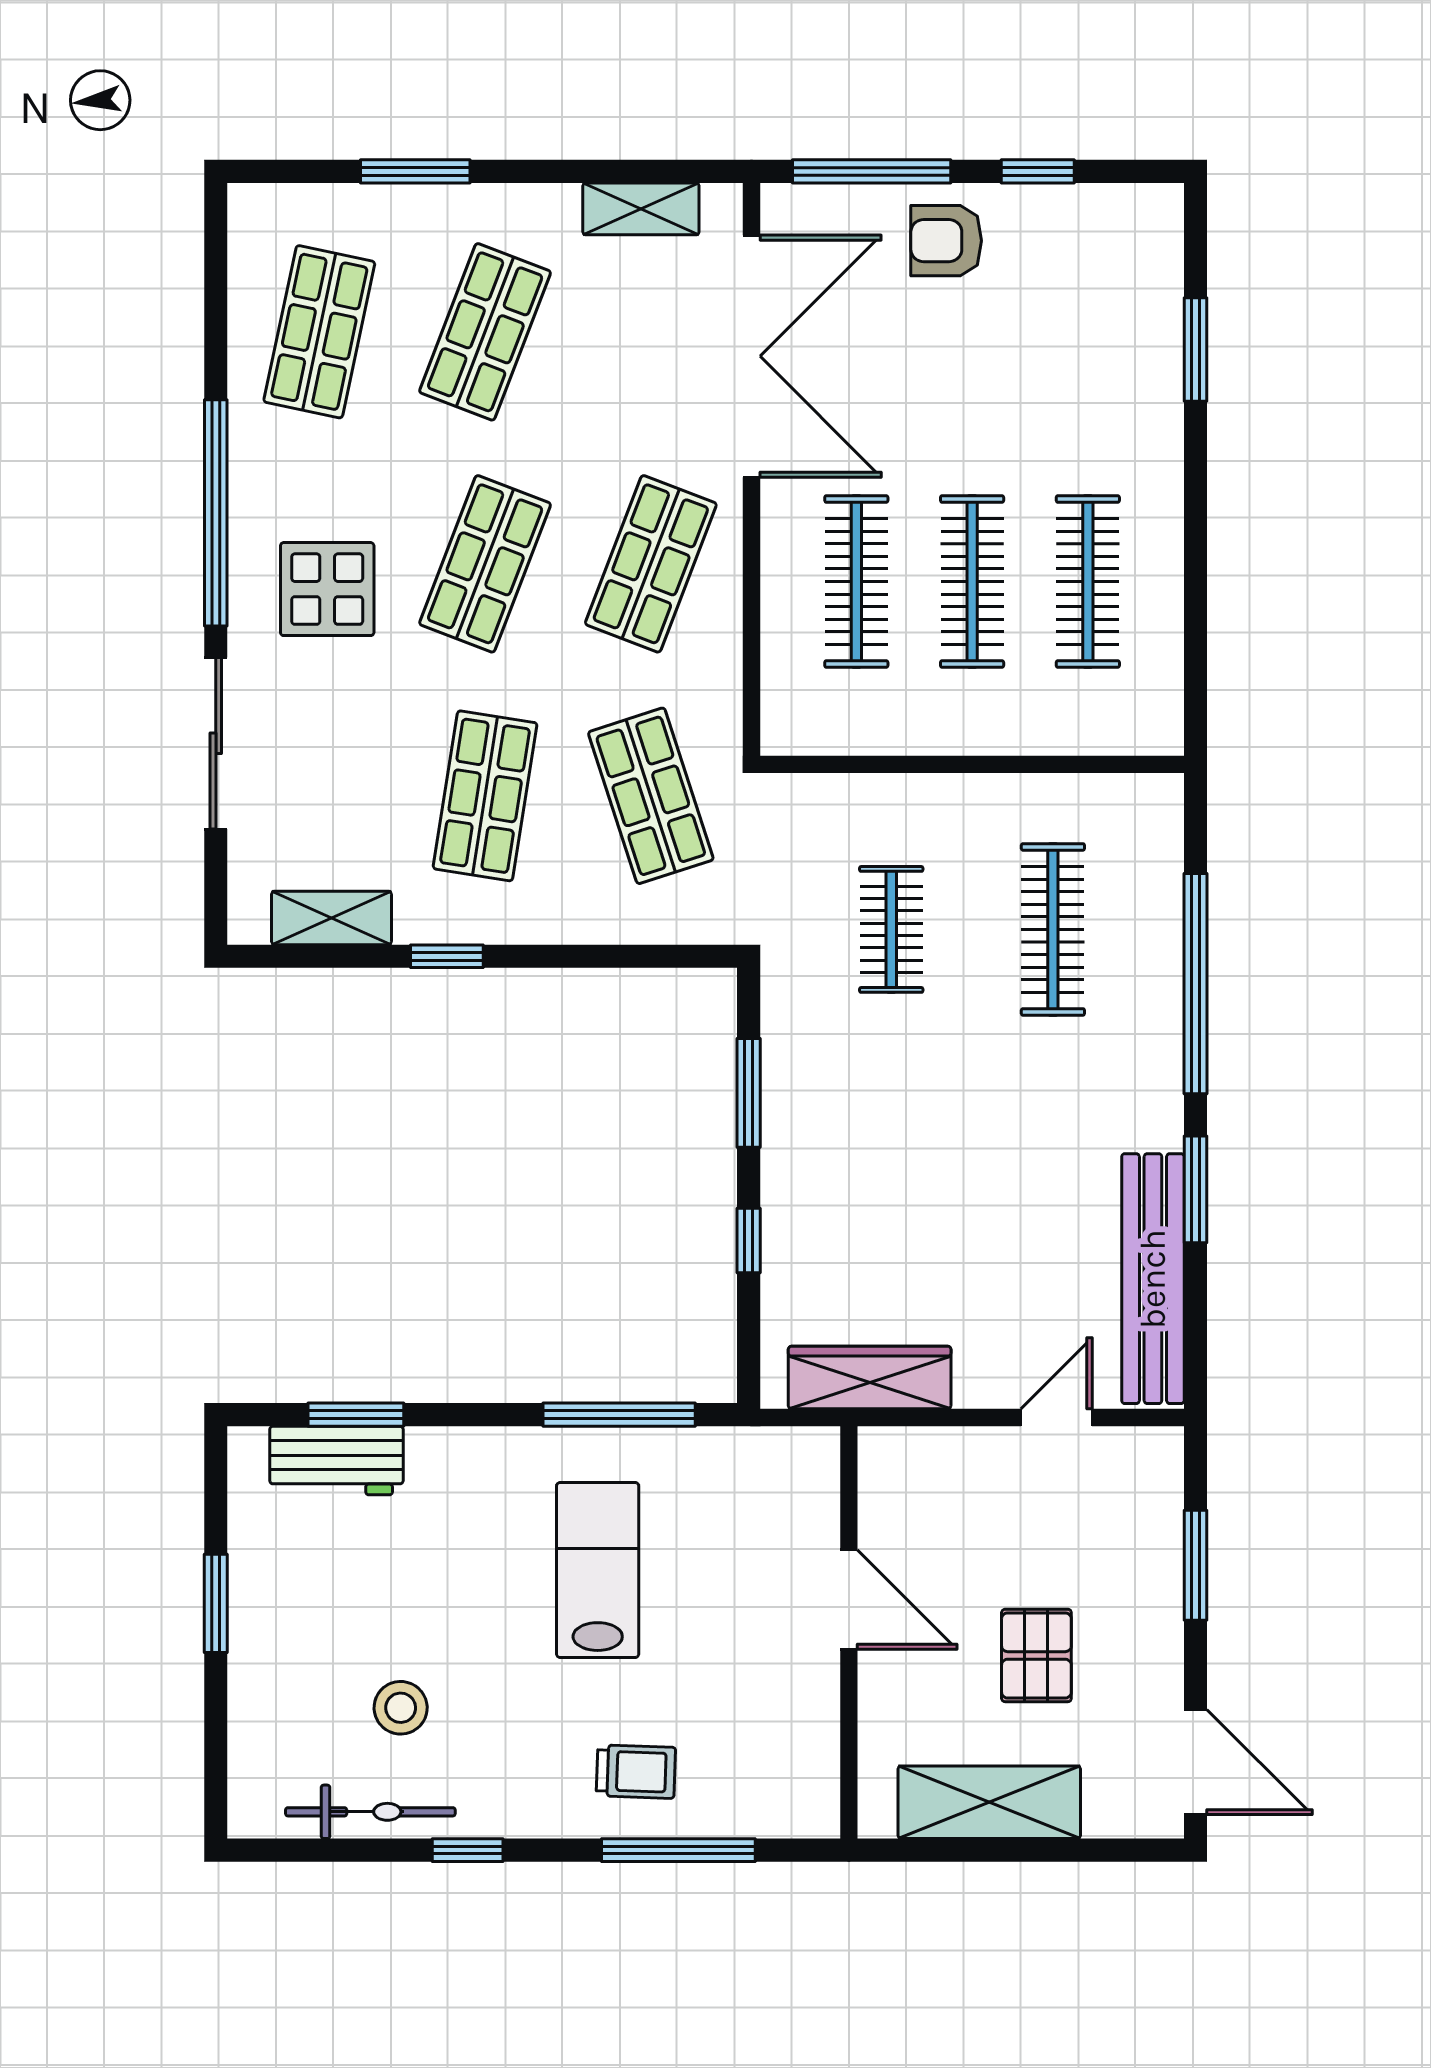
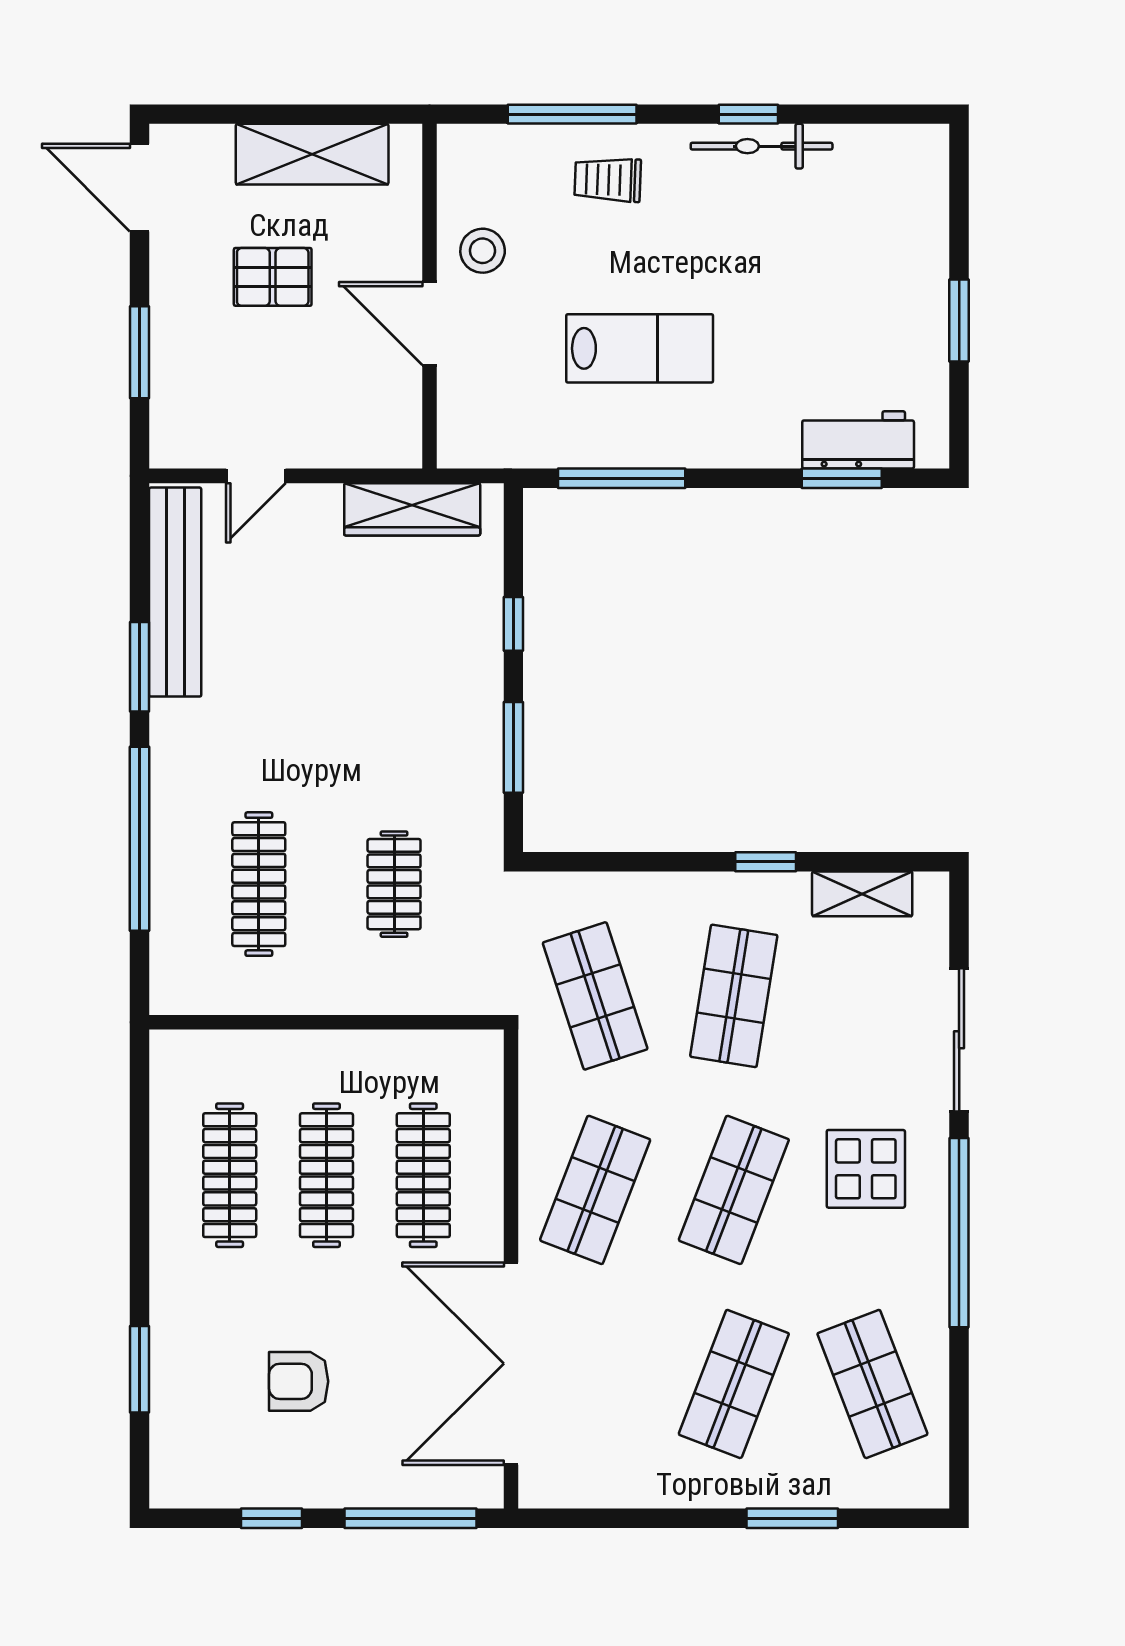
shelving: (641, 209) -> (603, 1487), removed
armchair: (946, 241) -> (299, 1381), moved, turned 180
shop shelf: (319, 332) -> (872, 1384), turned -33
lab bench: (598, 1570) -> (640, 348), turned -90
pallet: (1036, 1655) -> (273, 277), turned 90
stool: (401, 1708) -> (483, 251), moved
bicycle: (370, 1812) -> (762, 146), moved

